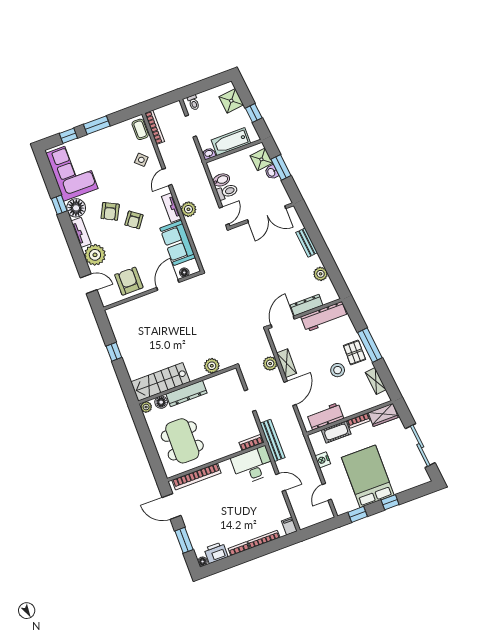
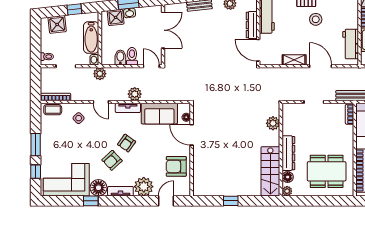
armchair: (110, 211) -> (112, 160), turned 110
armchair: (134, 220) -> (127, 143), turned 89
plant: (270, 364) -> (100, 74), moved

